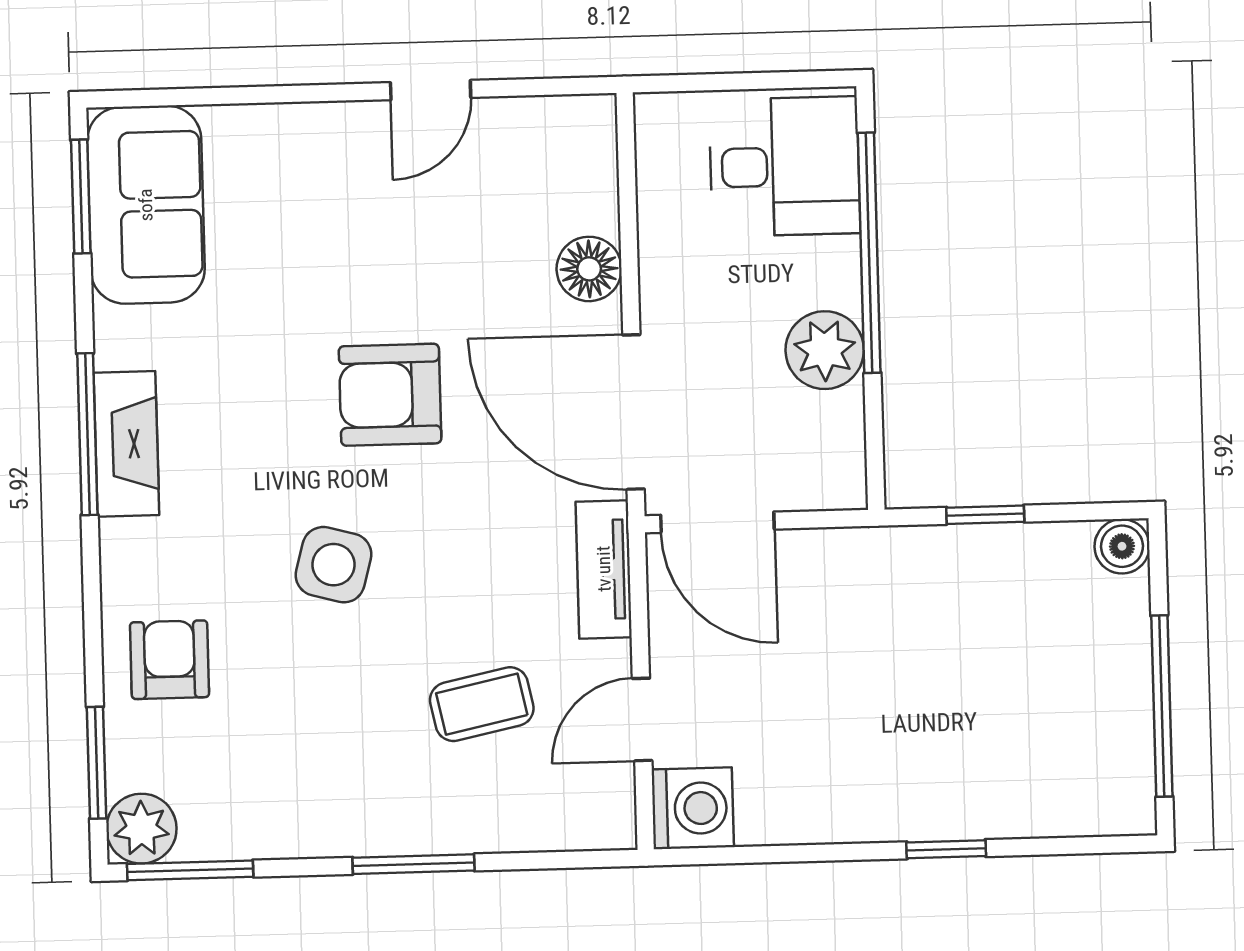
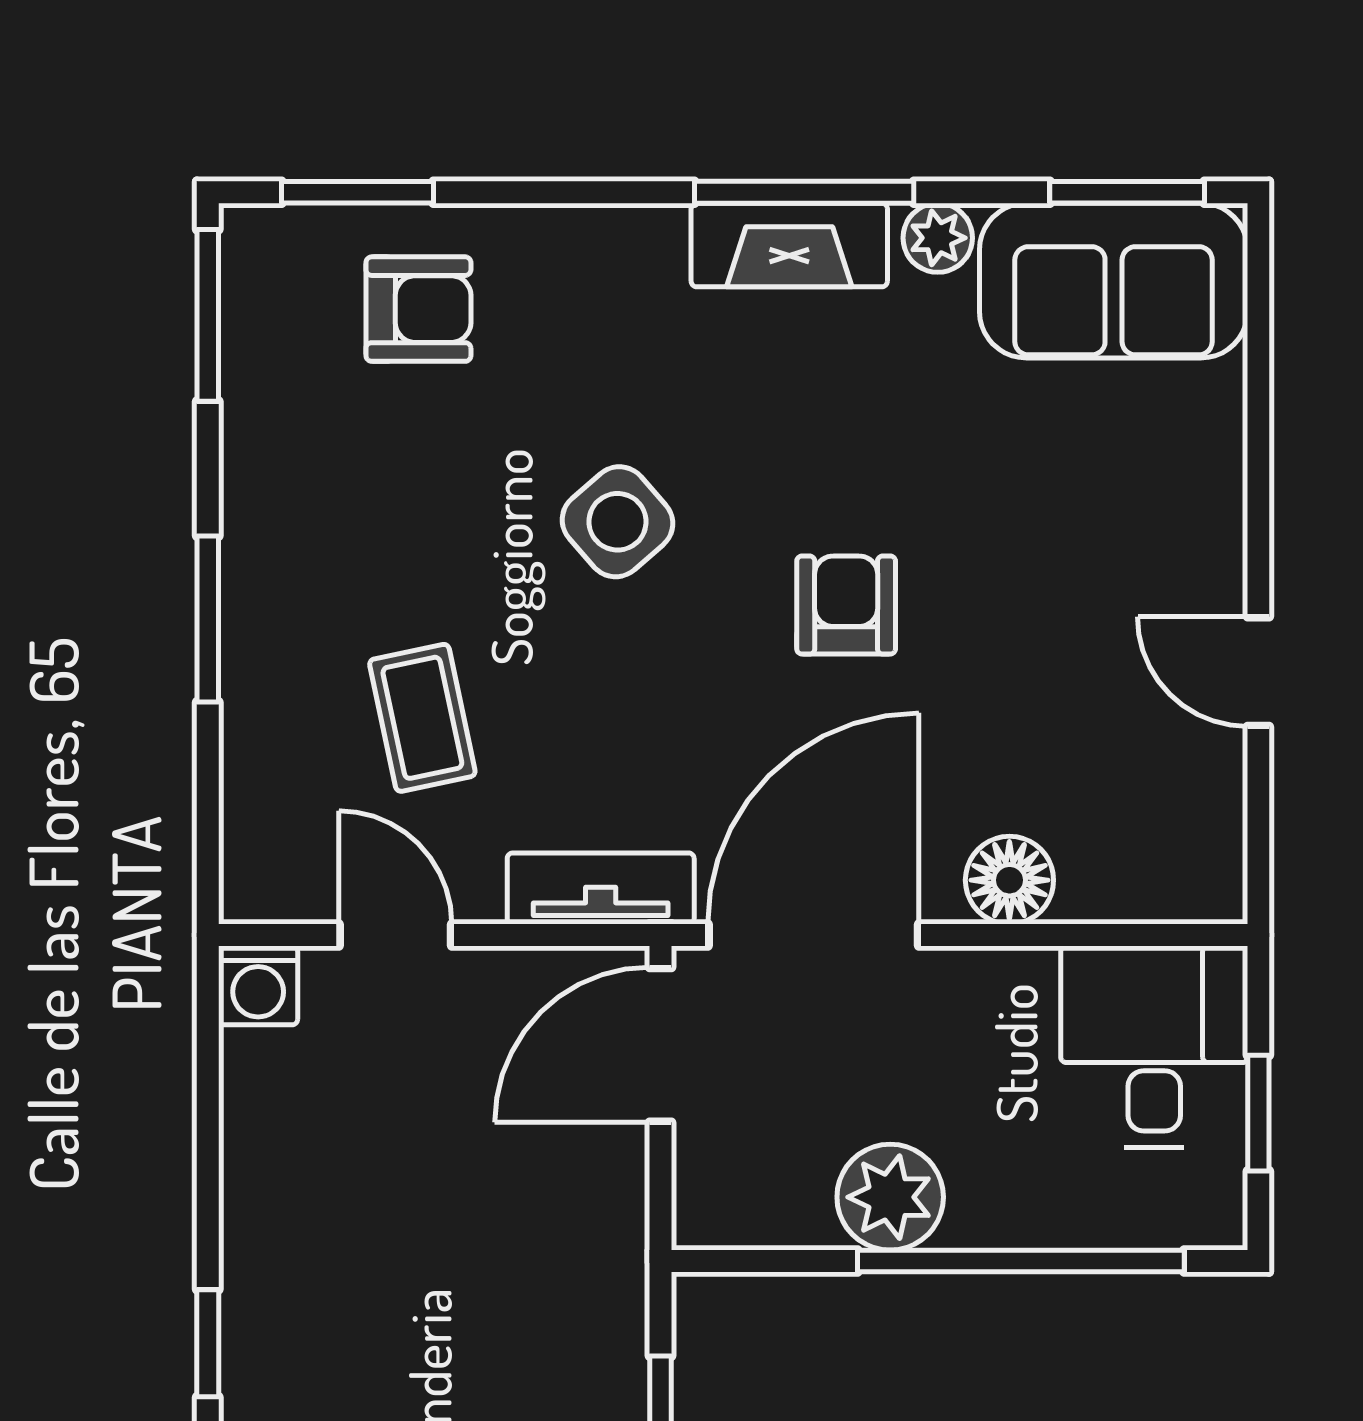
window: (755, 81) -> (1258, 1113), added
desk: (785, 166) -> (1154, 1047), moved, turned 180
armchair: (390, 395) -> (846, 605), width x0.72, depth x0.72
side table: (333, 565) -> (617, 522), turned 34
armchair: (170, 660) -> (418, 309), moved
washing machine: (693, 808) -> (258, 985), width x0.73, depth x0.73
plant: (141, 829) -> (938, 238), moved, width x0.73, depth x0.73

